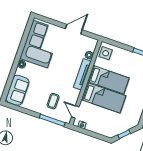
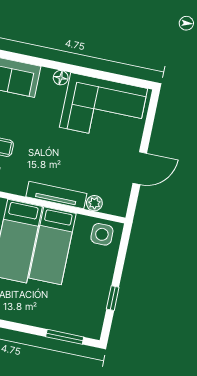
door: (74, 29) -> (140, 168), hinge flipped

